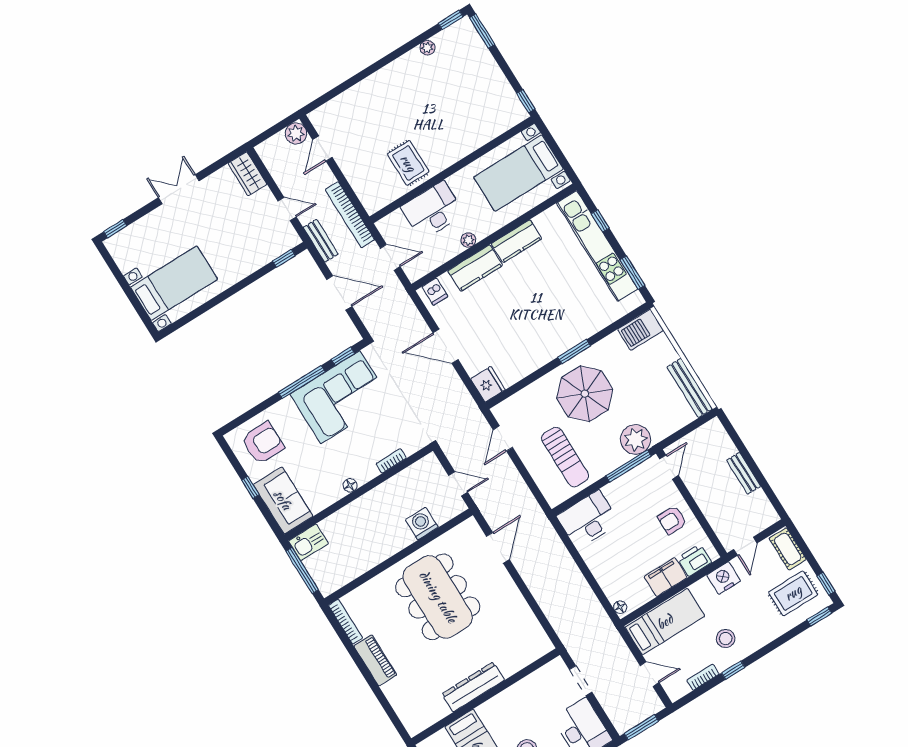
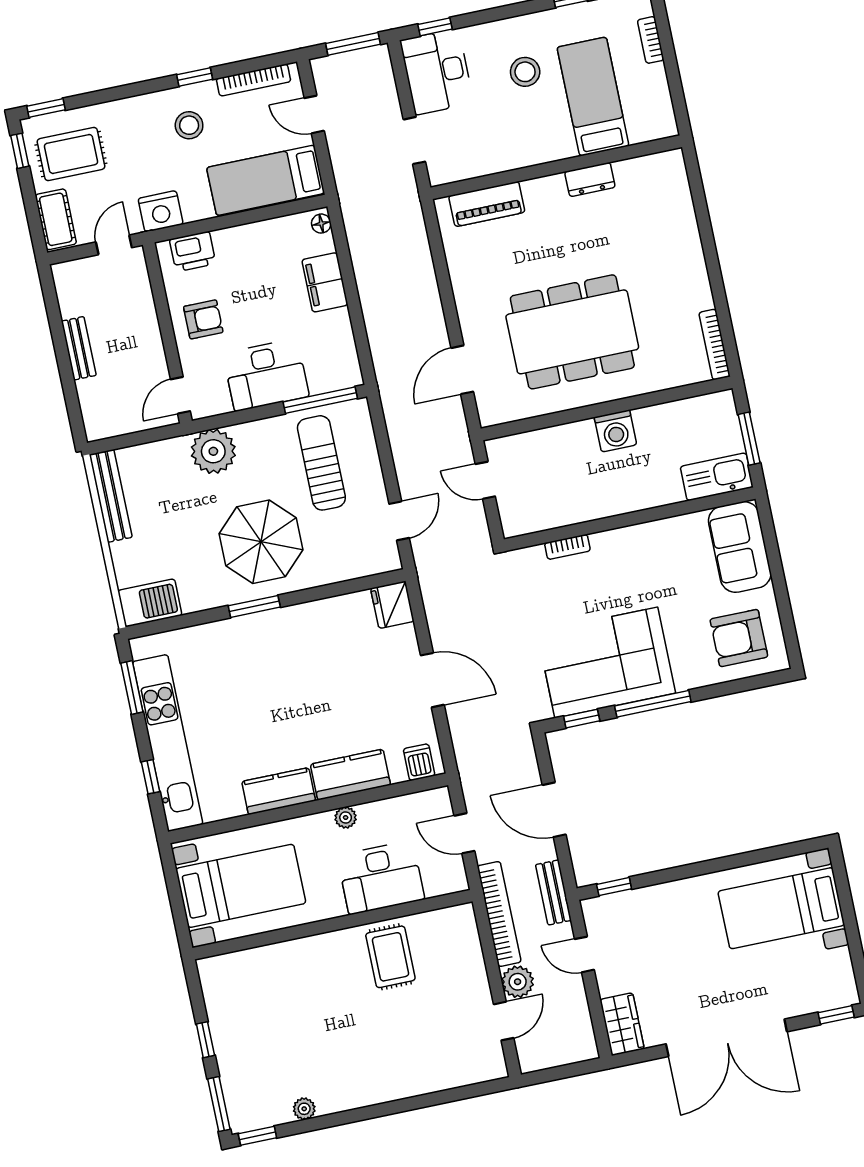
window: (526, 101) -> (205, 1040), moved
plant: (296, 133) -> (518, 982), moved
double door: (179, 189) -> (726, 1038), width x1.87
window: (629, 466) -> (320, 400), moved
floor lamp: (350, 485) -> (638, 534), removed
window: (250, 487) -> (779, 582), removed
desk: (588, 519) -> (266, 375), moved
washing machine: (422, 523) -> (615, 431), moved
kitchen sink: (308, 542) -> (717, 477), width x1.38
window: (302, 571) -> (749, 439), width x0.69
filing cabinet: (666, 577) -> (325, 282), moved, turned 90
dining table: (438, 597) -> (572, 332), turned 90
piano: (375, 660) -> (487, 204), moved, turned -90
bookcase: (703, 677) -> (254, 80), width x1.56
dresser: (473, 687) -> (590, 179), width x0.51, depth x0.80

